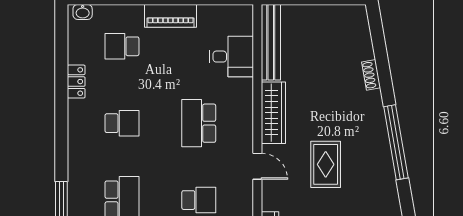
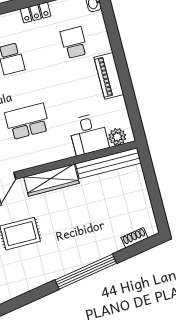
plant: (243, 24) -> (117, 137), added
shoe rack: (371, 75) -> (135, 238), moved
window: (396, 142) -> (86, 272), moved

